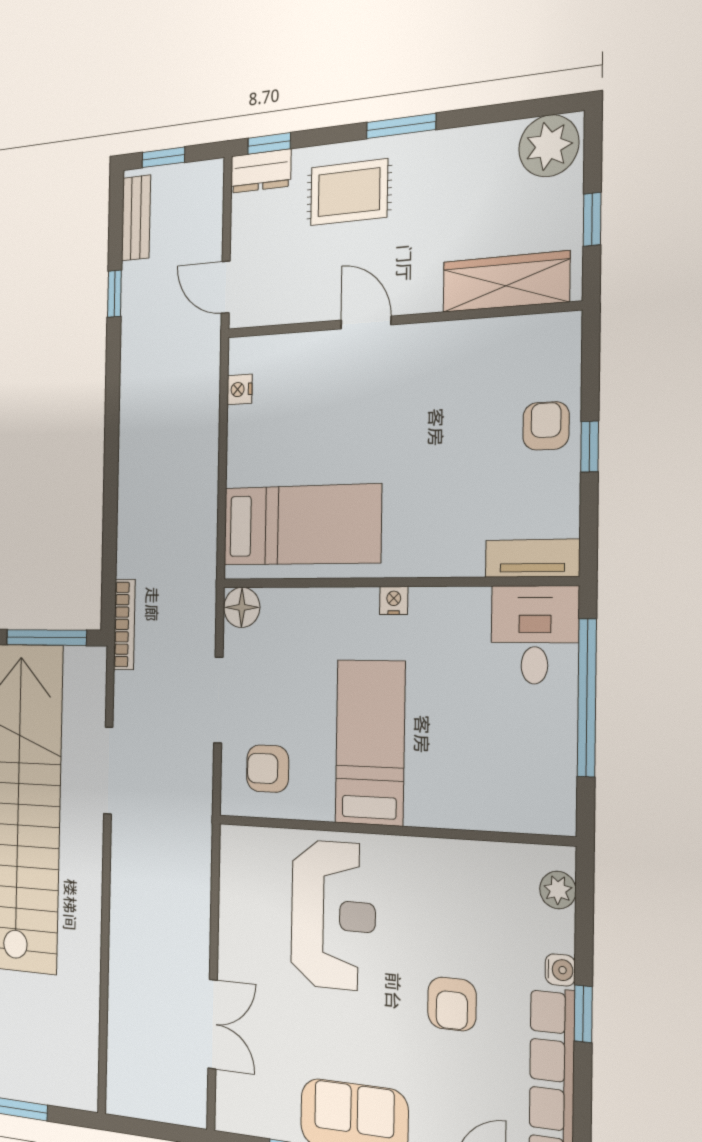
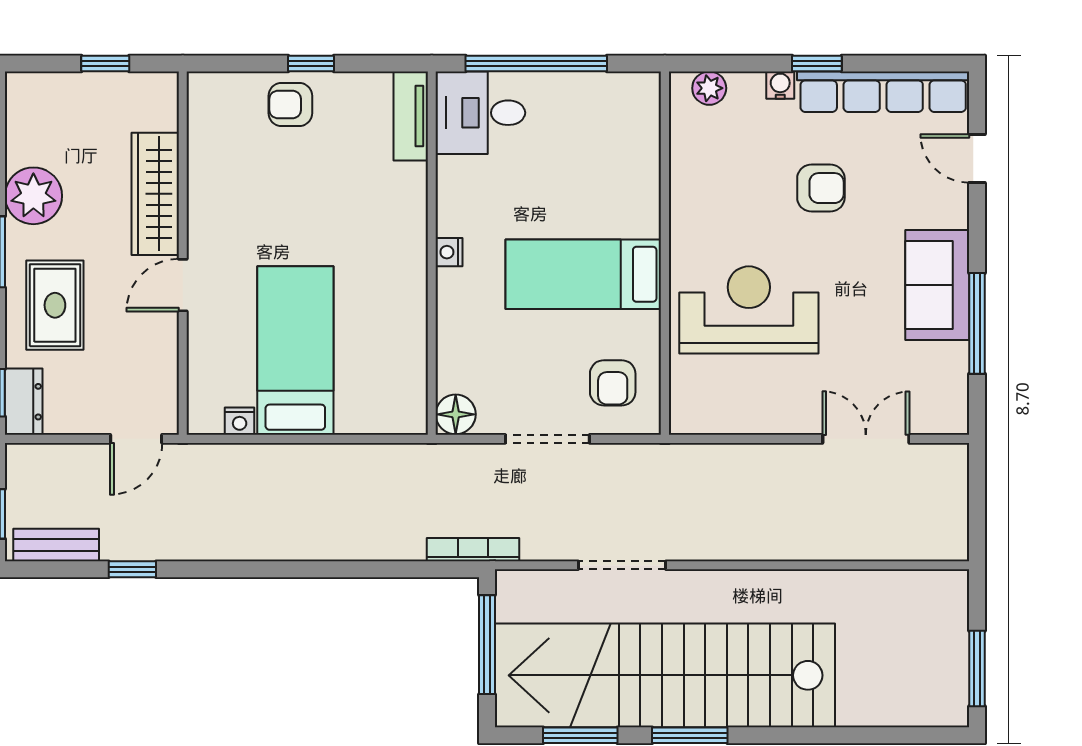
plant: (549, 146) -> (33, 196), moved
wardrobe: (506, 282) -> (155, 194), moved
bed: (301, 525) -> (295, 350), moved

